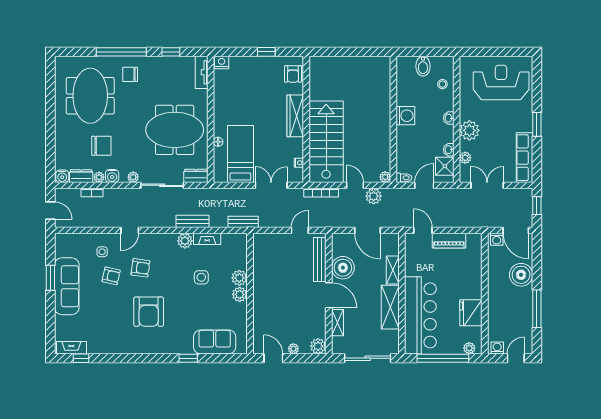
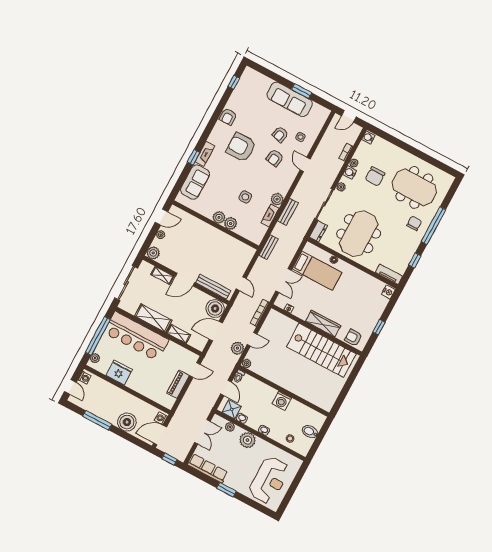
stairs: (326, 142) -> (321, 350), moved
dresser: (81, 176) -> (361, 151), removed
boiler: (343, 268) -> (215, 309), moved
armchair: (123, 344) -> (228, 117), added
fireplace: (71, 348) -> (205, 154), moved

